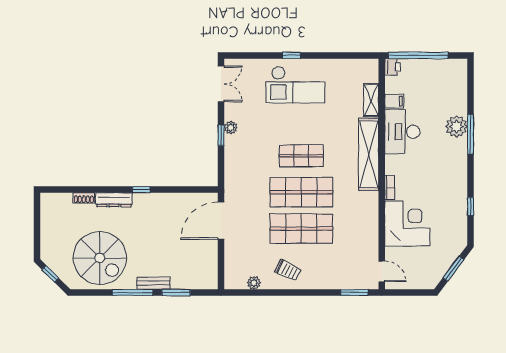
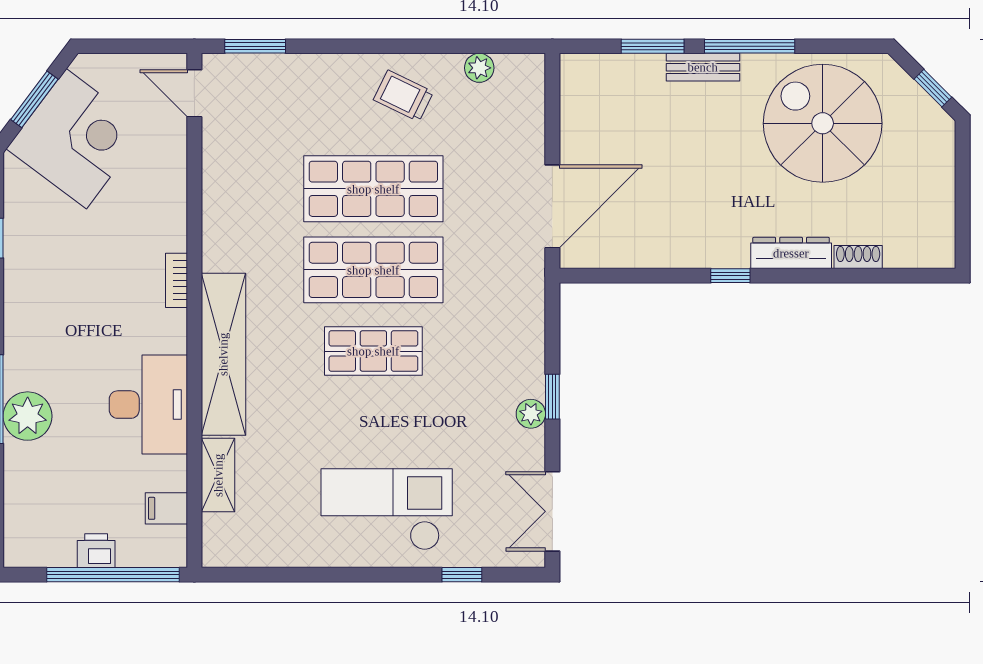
window: (291, 55) -> (462, 575), moved
printer: (392, 67) -> (96, 551), moved, turned 90
filing cabinet: (394, 101) -> (166, 508), moved
corner desk: (407, 224) -> (76, 139), moved, turned -143

